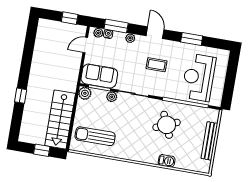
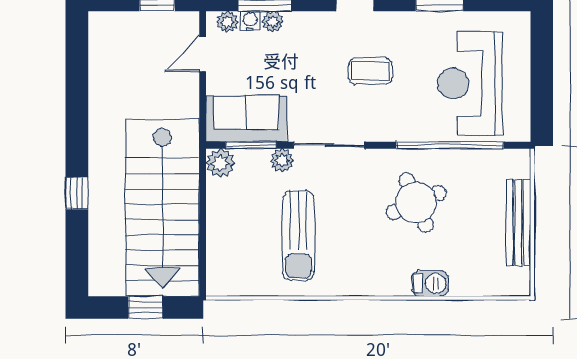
plant: (130, 38) -> (273, 22), moved
stairs: (60, 120) -> (162, 208), width x1.36, depth x1.51
sun lounger: (95, 136) -> (299, 236), moved, turned -90

